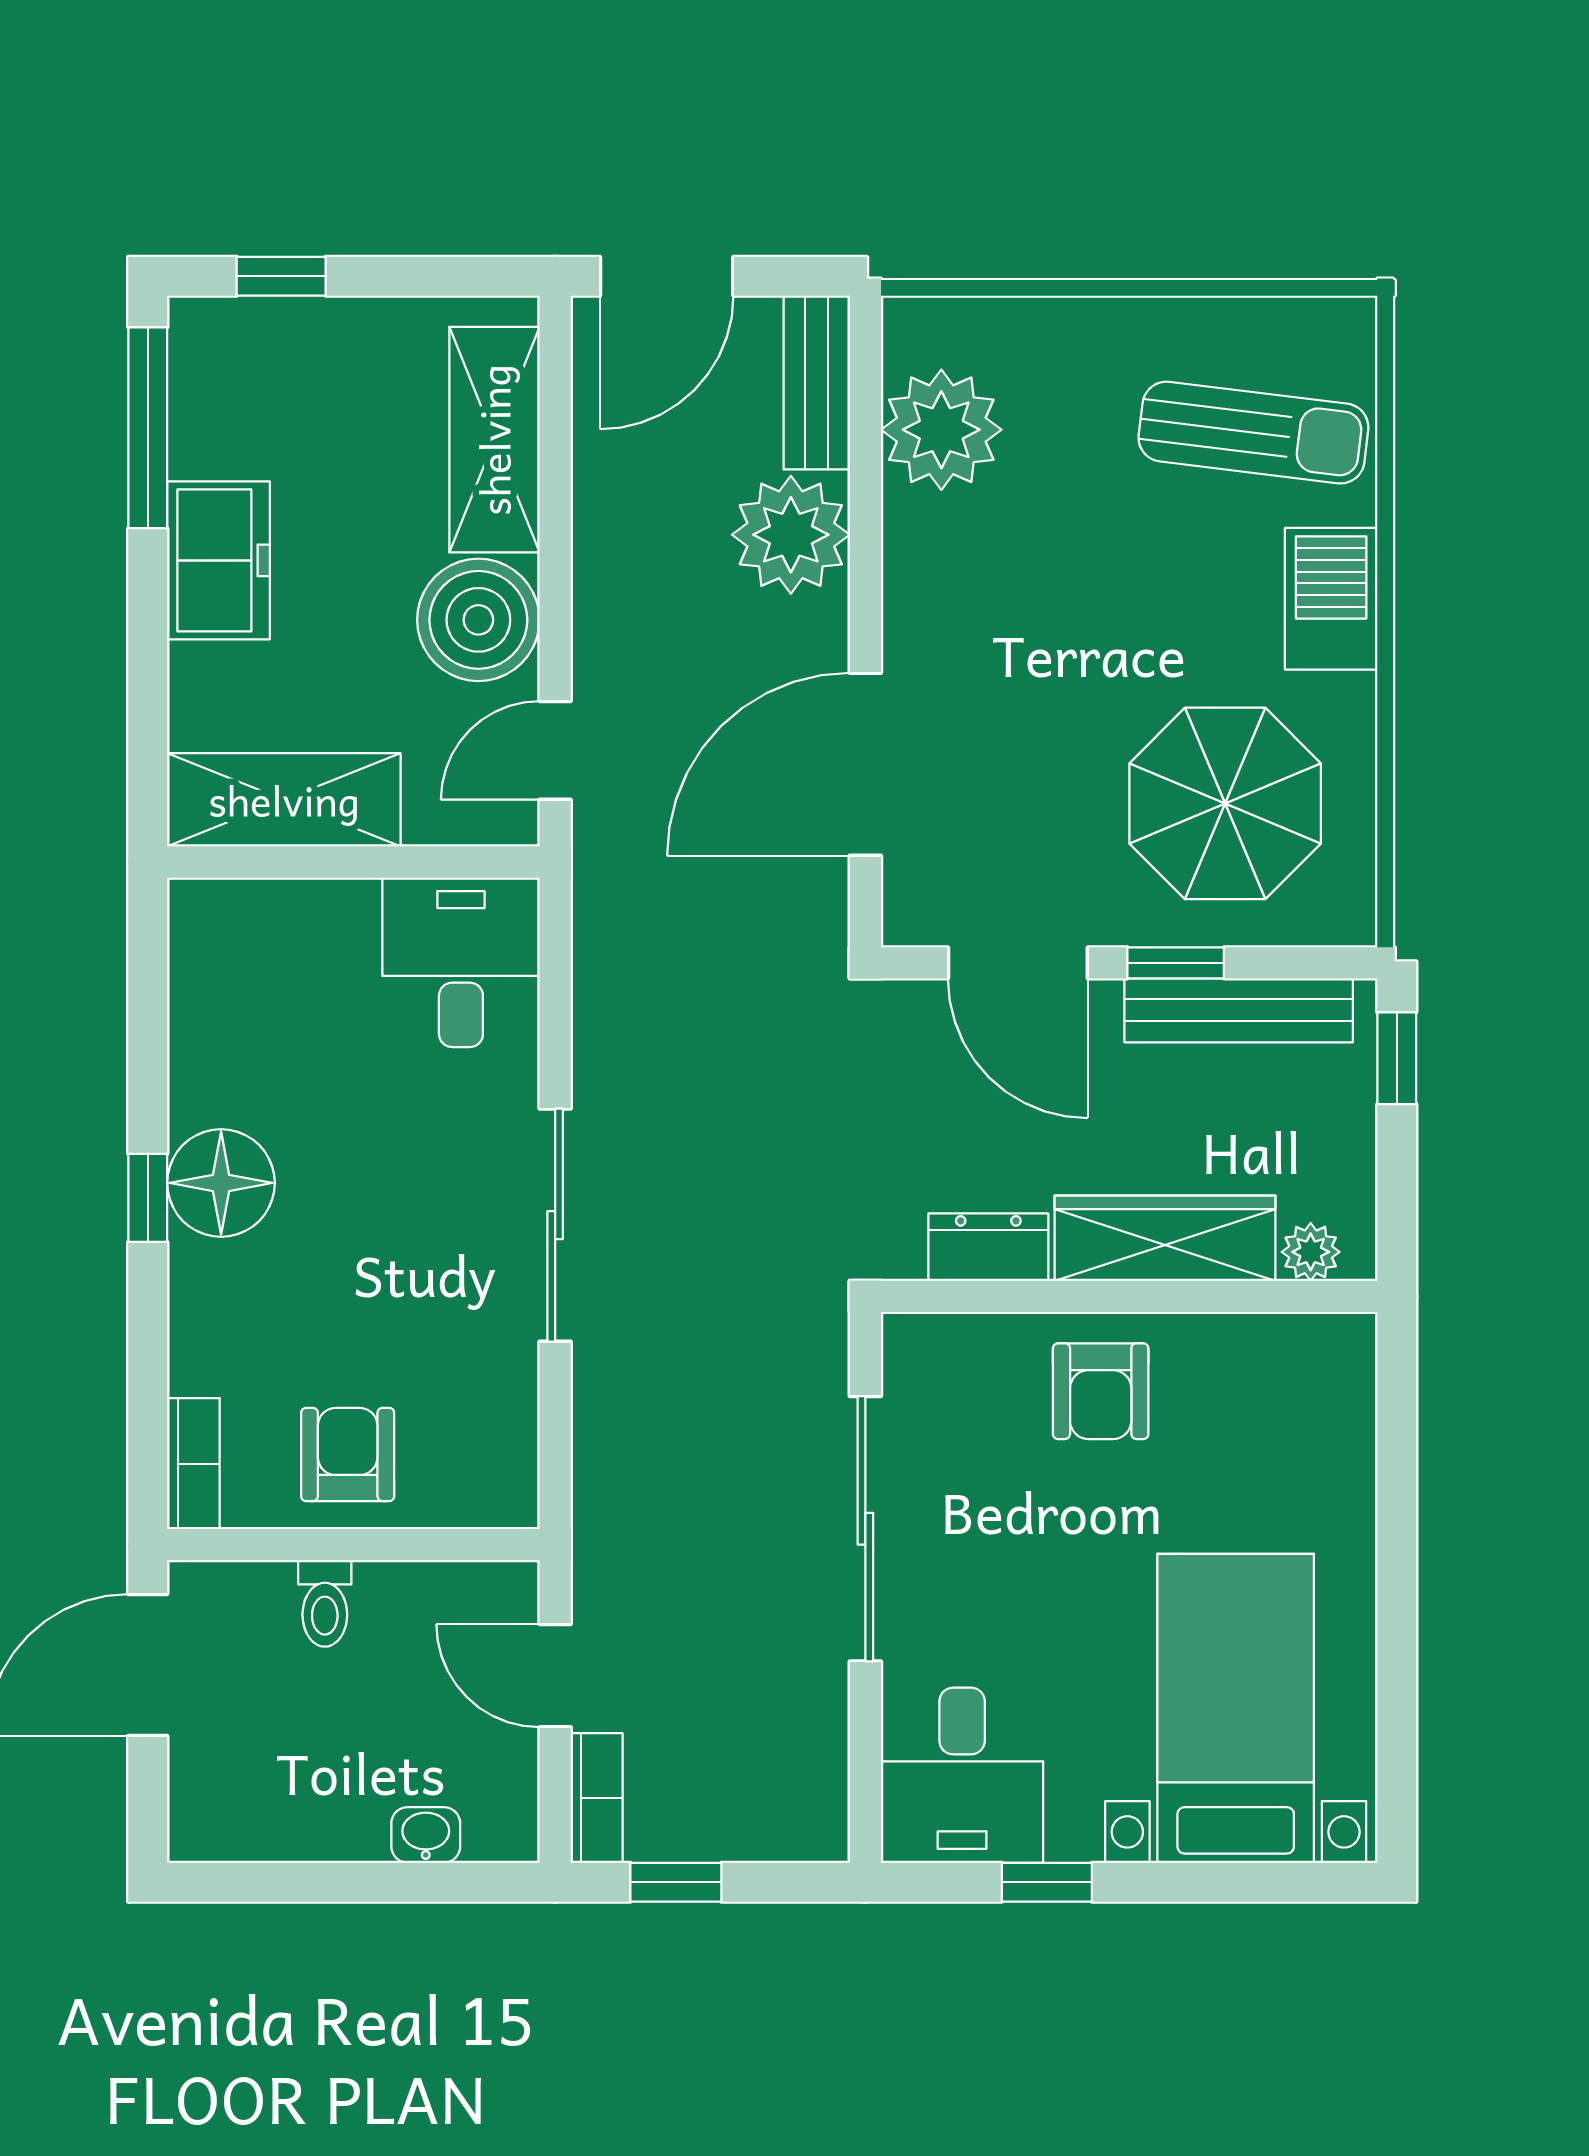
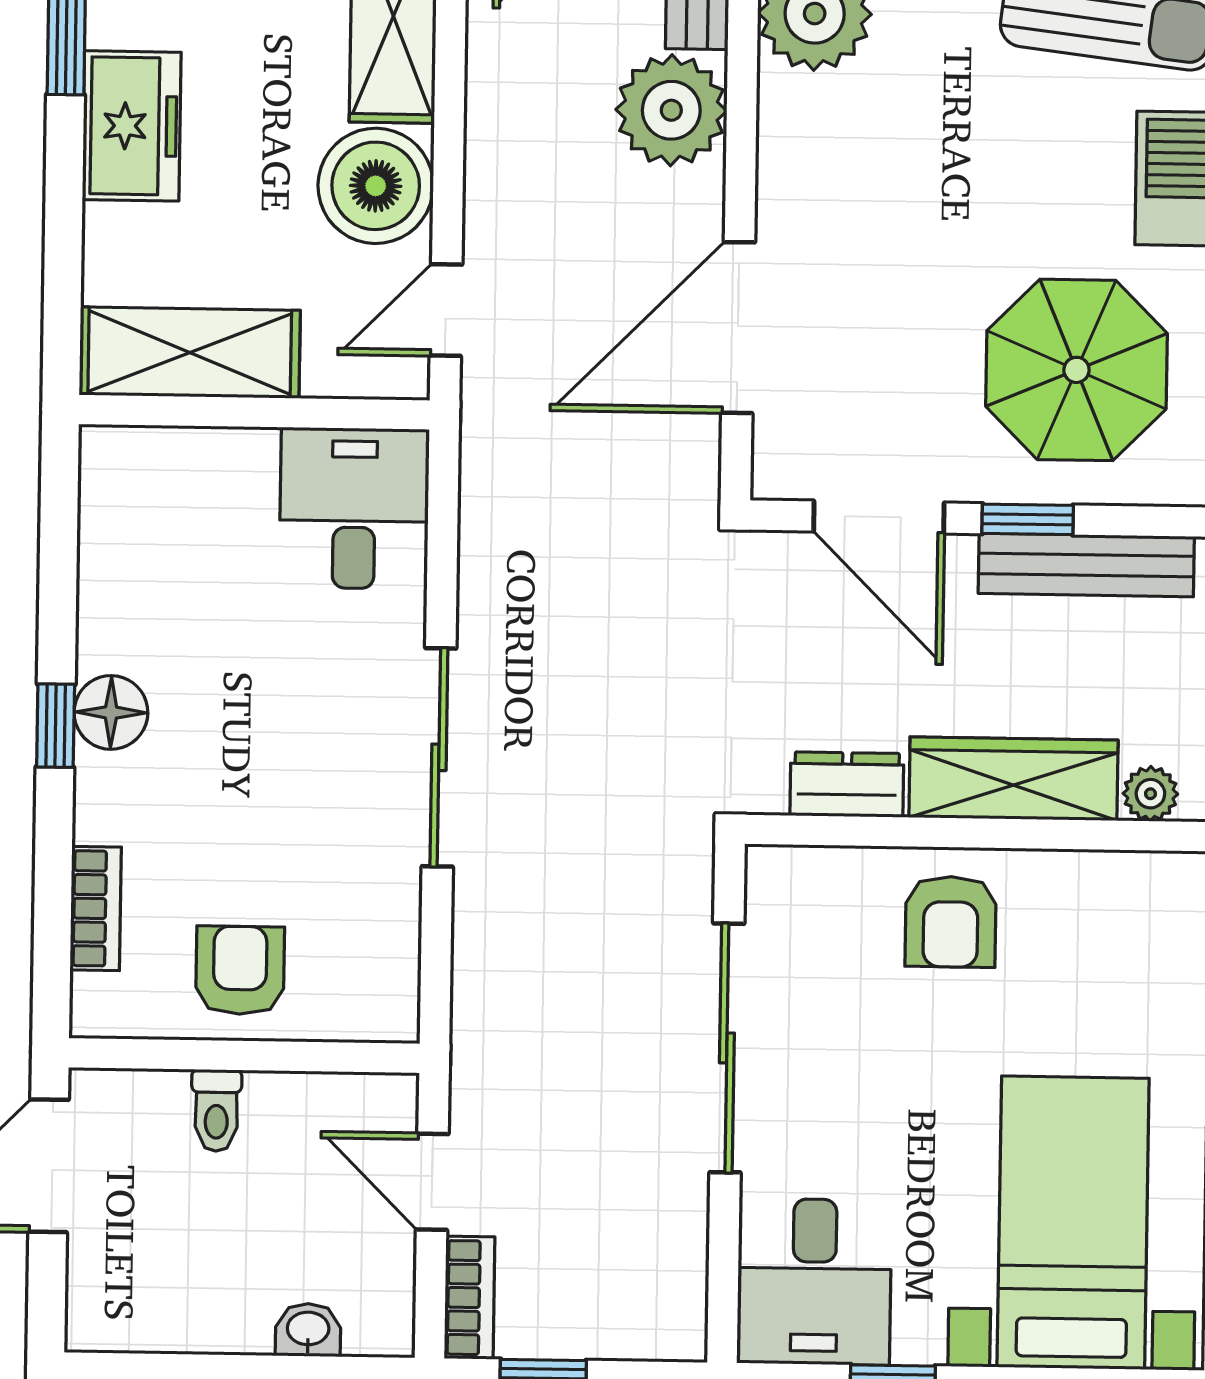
floor lamp: (221, 1183) -> (111, 712), width x0.73, depth x0.73
bookcase: (193, 1464) -> (96, 908), moved

